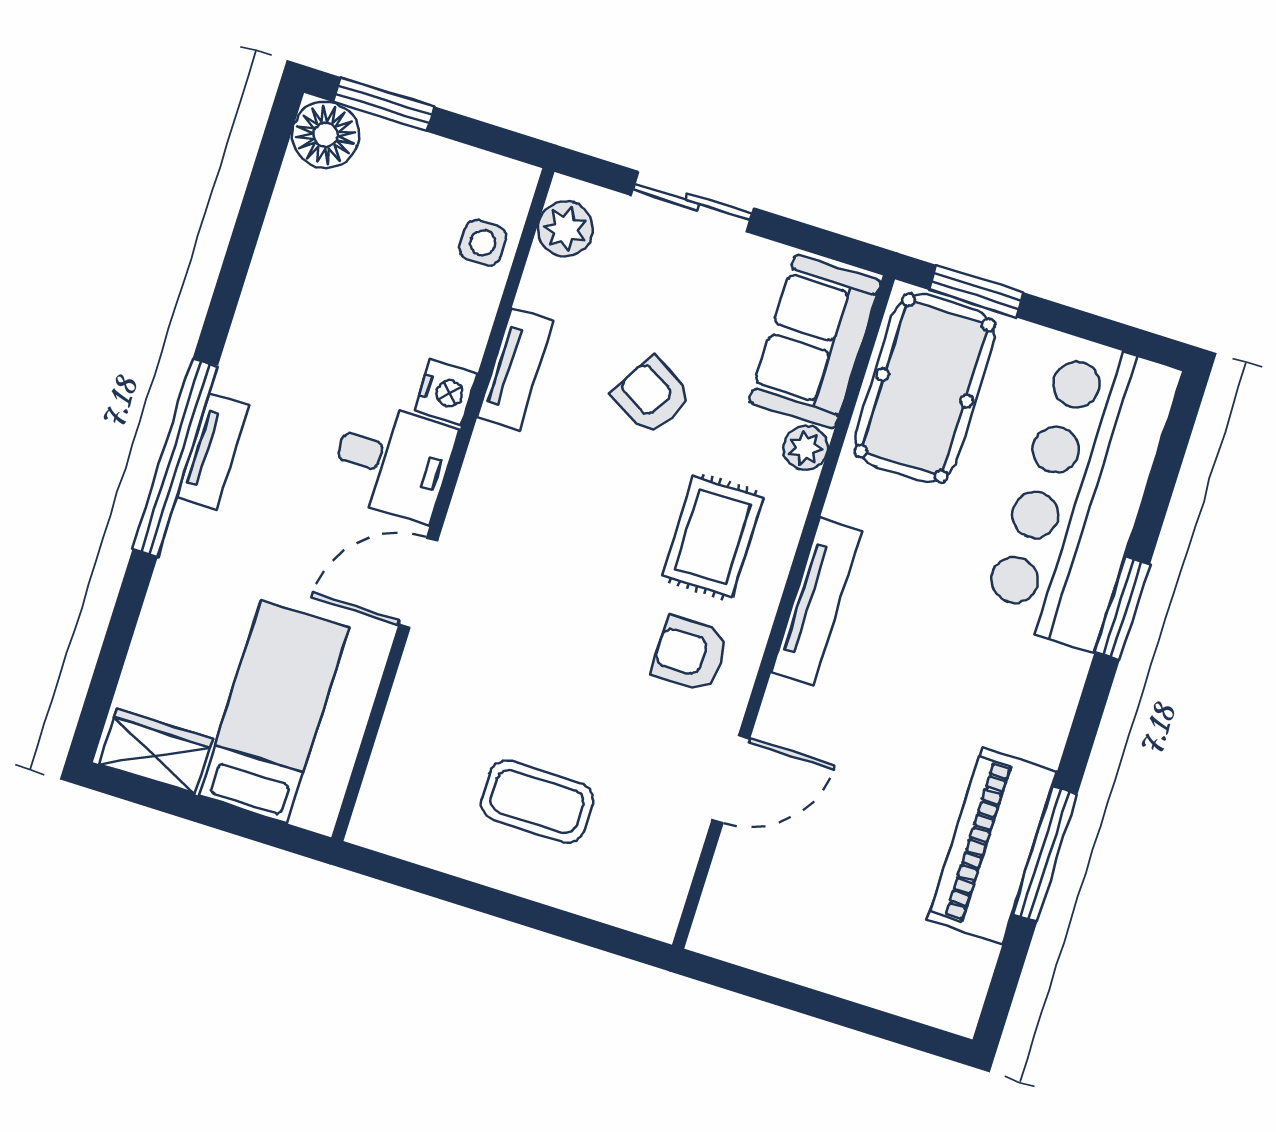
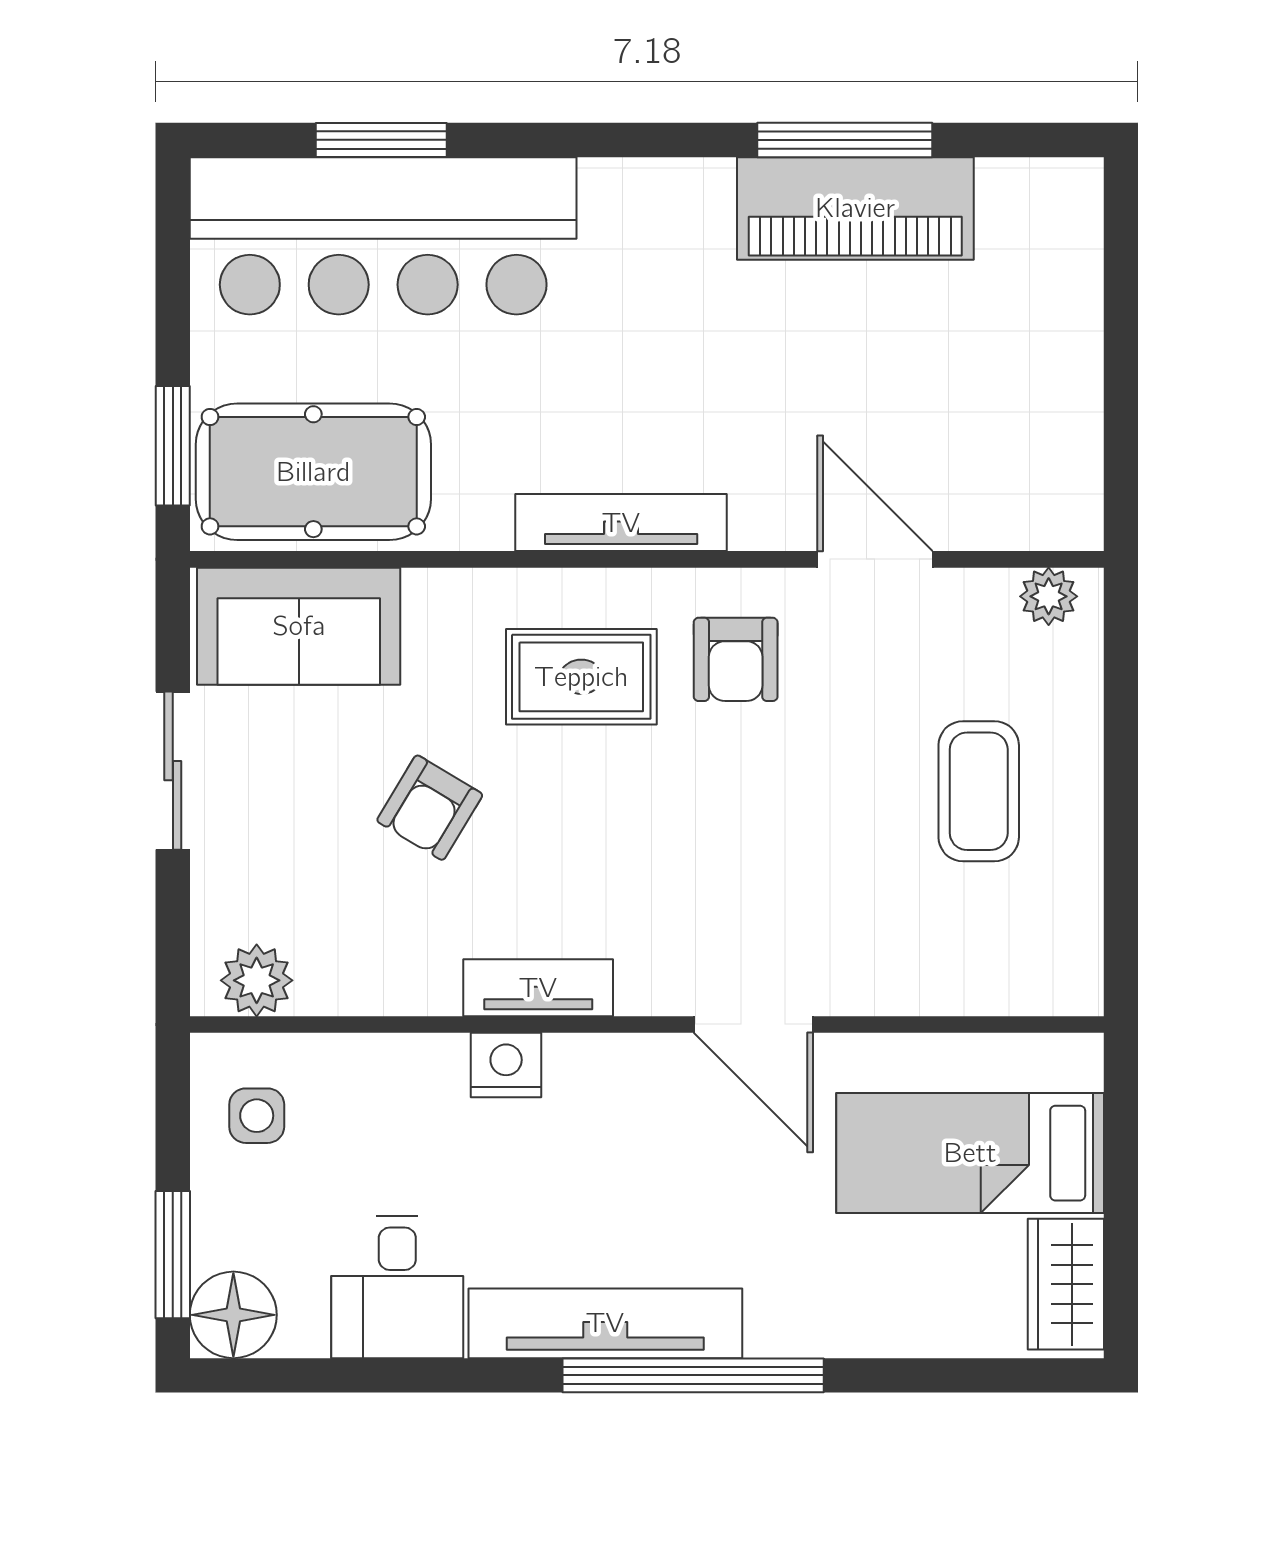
sliding door: (693, 202) -> (173, 771), moved
side table: (483, 243) -> (257, 1116), moved
tv unit: (515, 369) -> (538, 988), moved
plant: (805, 448) -> (1049, 596), moved
tv unit: (213, 451) -> (605, 1323), width x1.92, depth x1.29
desk: (393, 461) -> (397, 1287), moved, turned 180
window: (1122, 608) -> (381, 140), moved

